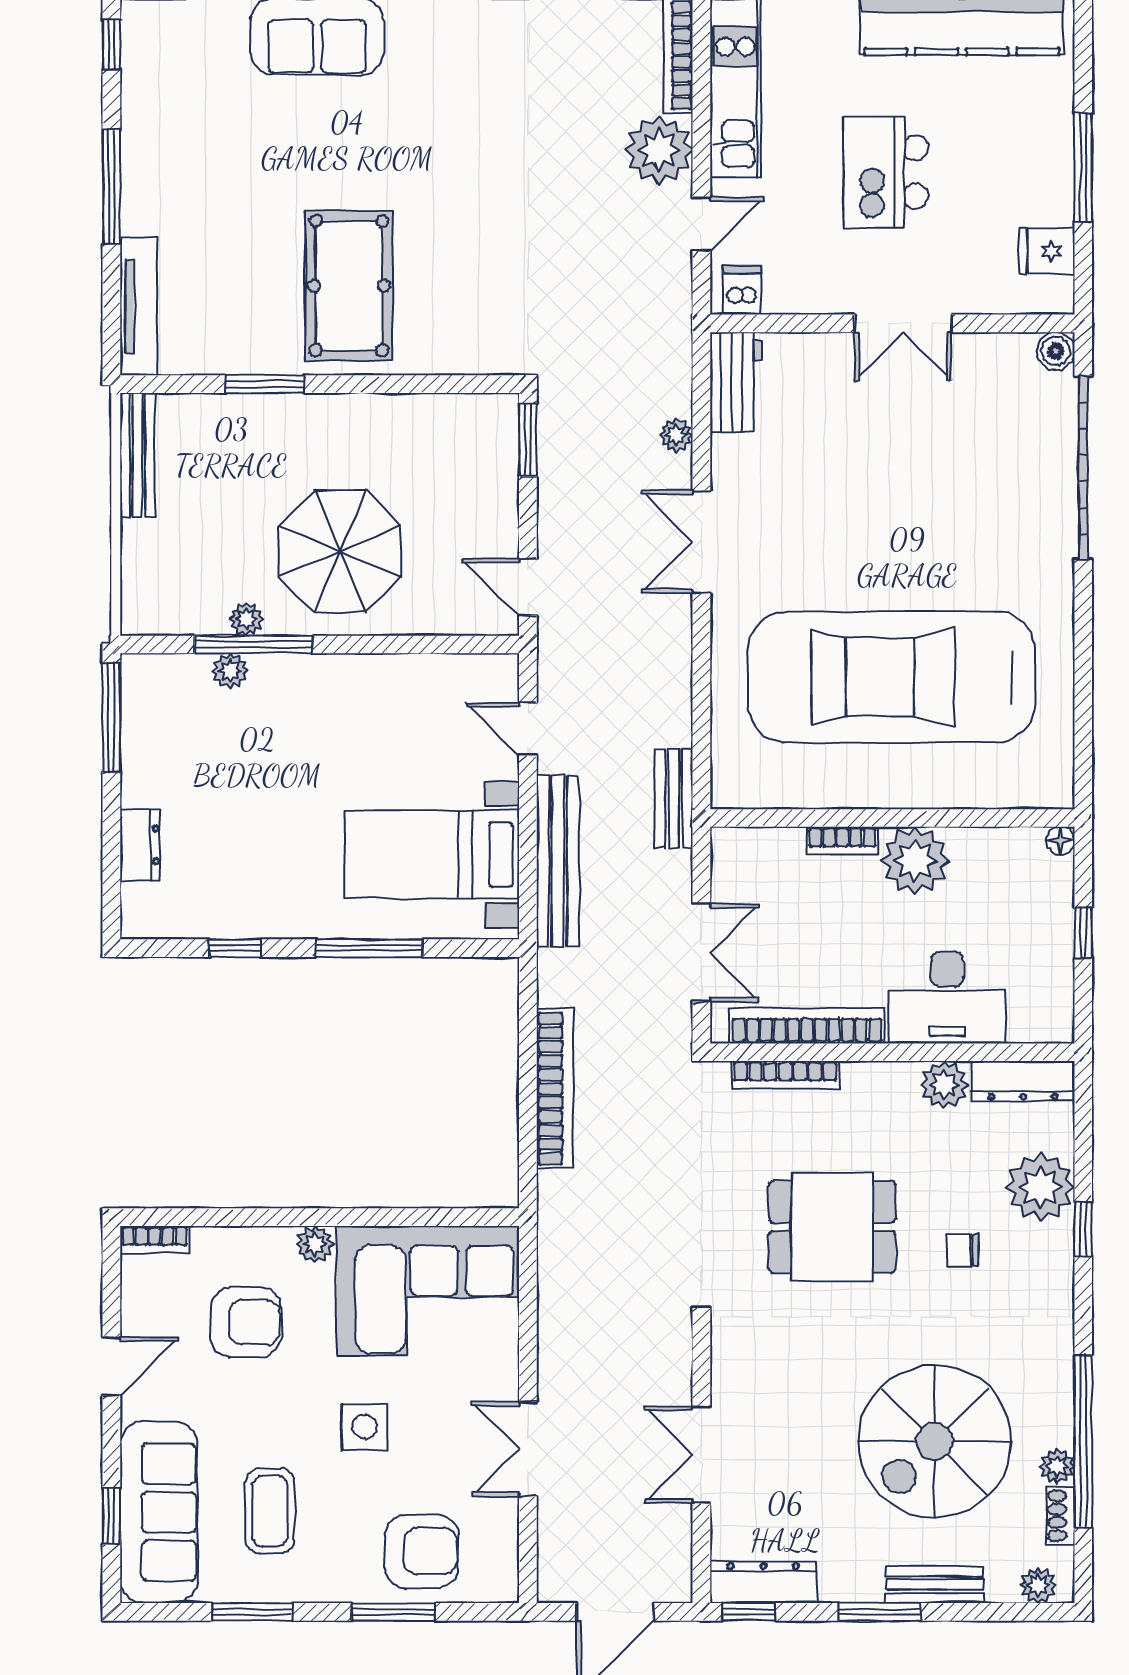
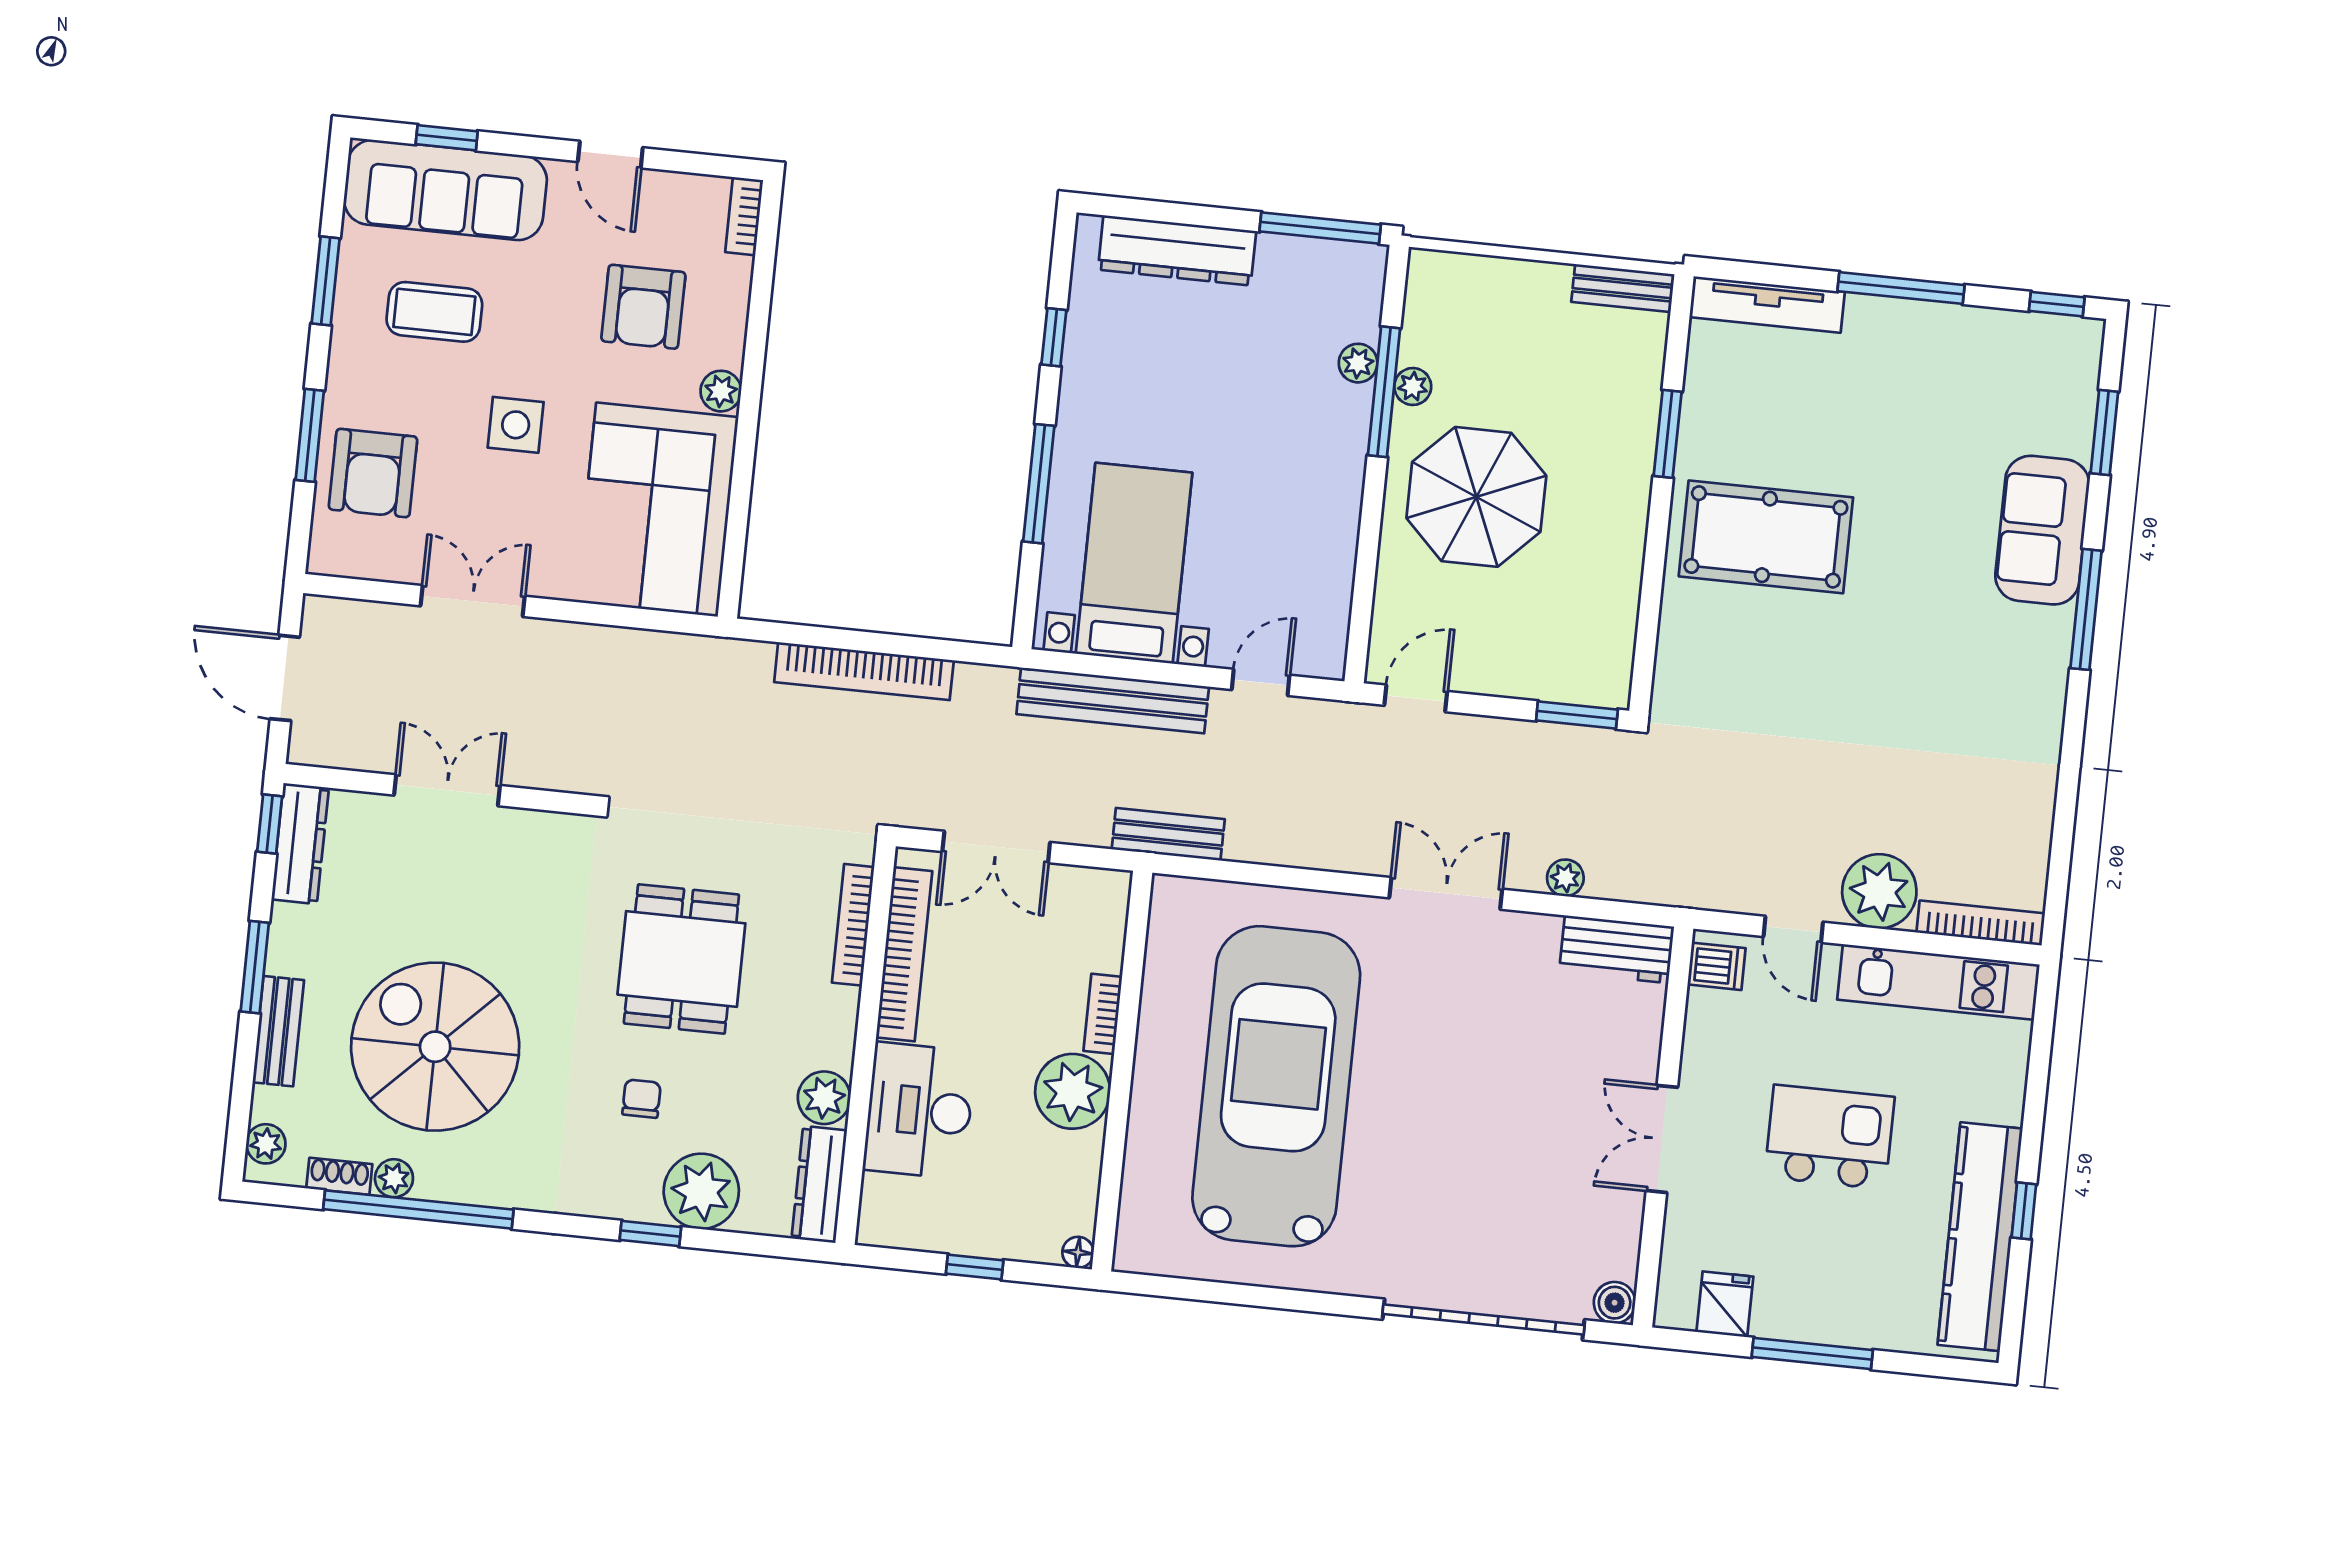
bench: (137, 455) -> (1623, 288), width x0.73
dresser: (140, 845) -> (1177, 250), width x1.96, depth x1.24

